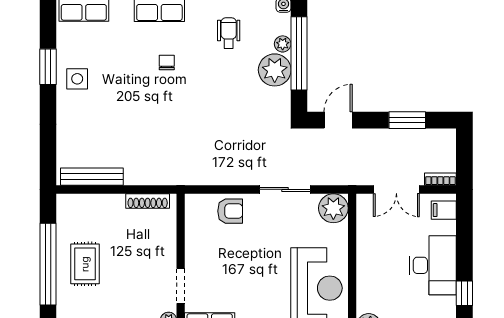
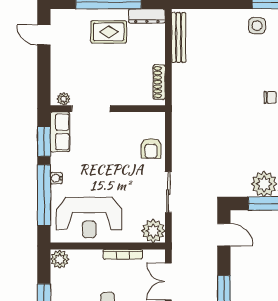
dresser: (65, 216) -> (147, 16), added
bookcase: (362, 246) -> (123, 254), added
doorway: (181, 286) -> (91, 109), width x1.38

